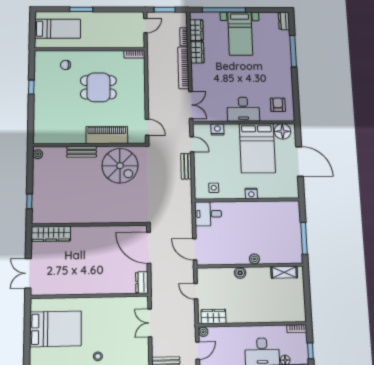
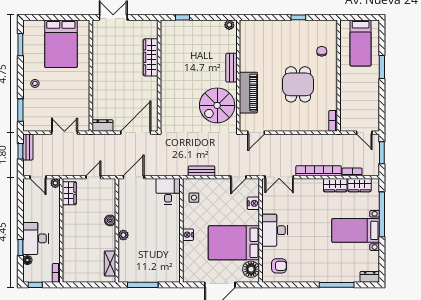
bench: (186, 166) -> (202, 171), moved
wardrobe: (51, 234) -> (151, 57), moved

